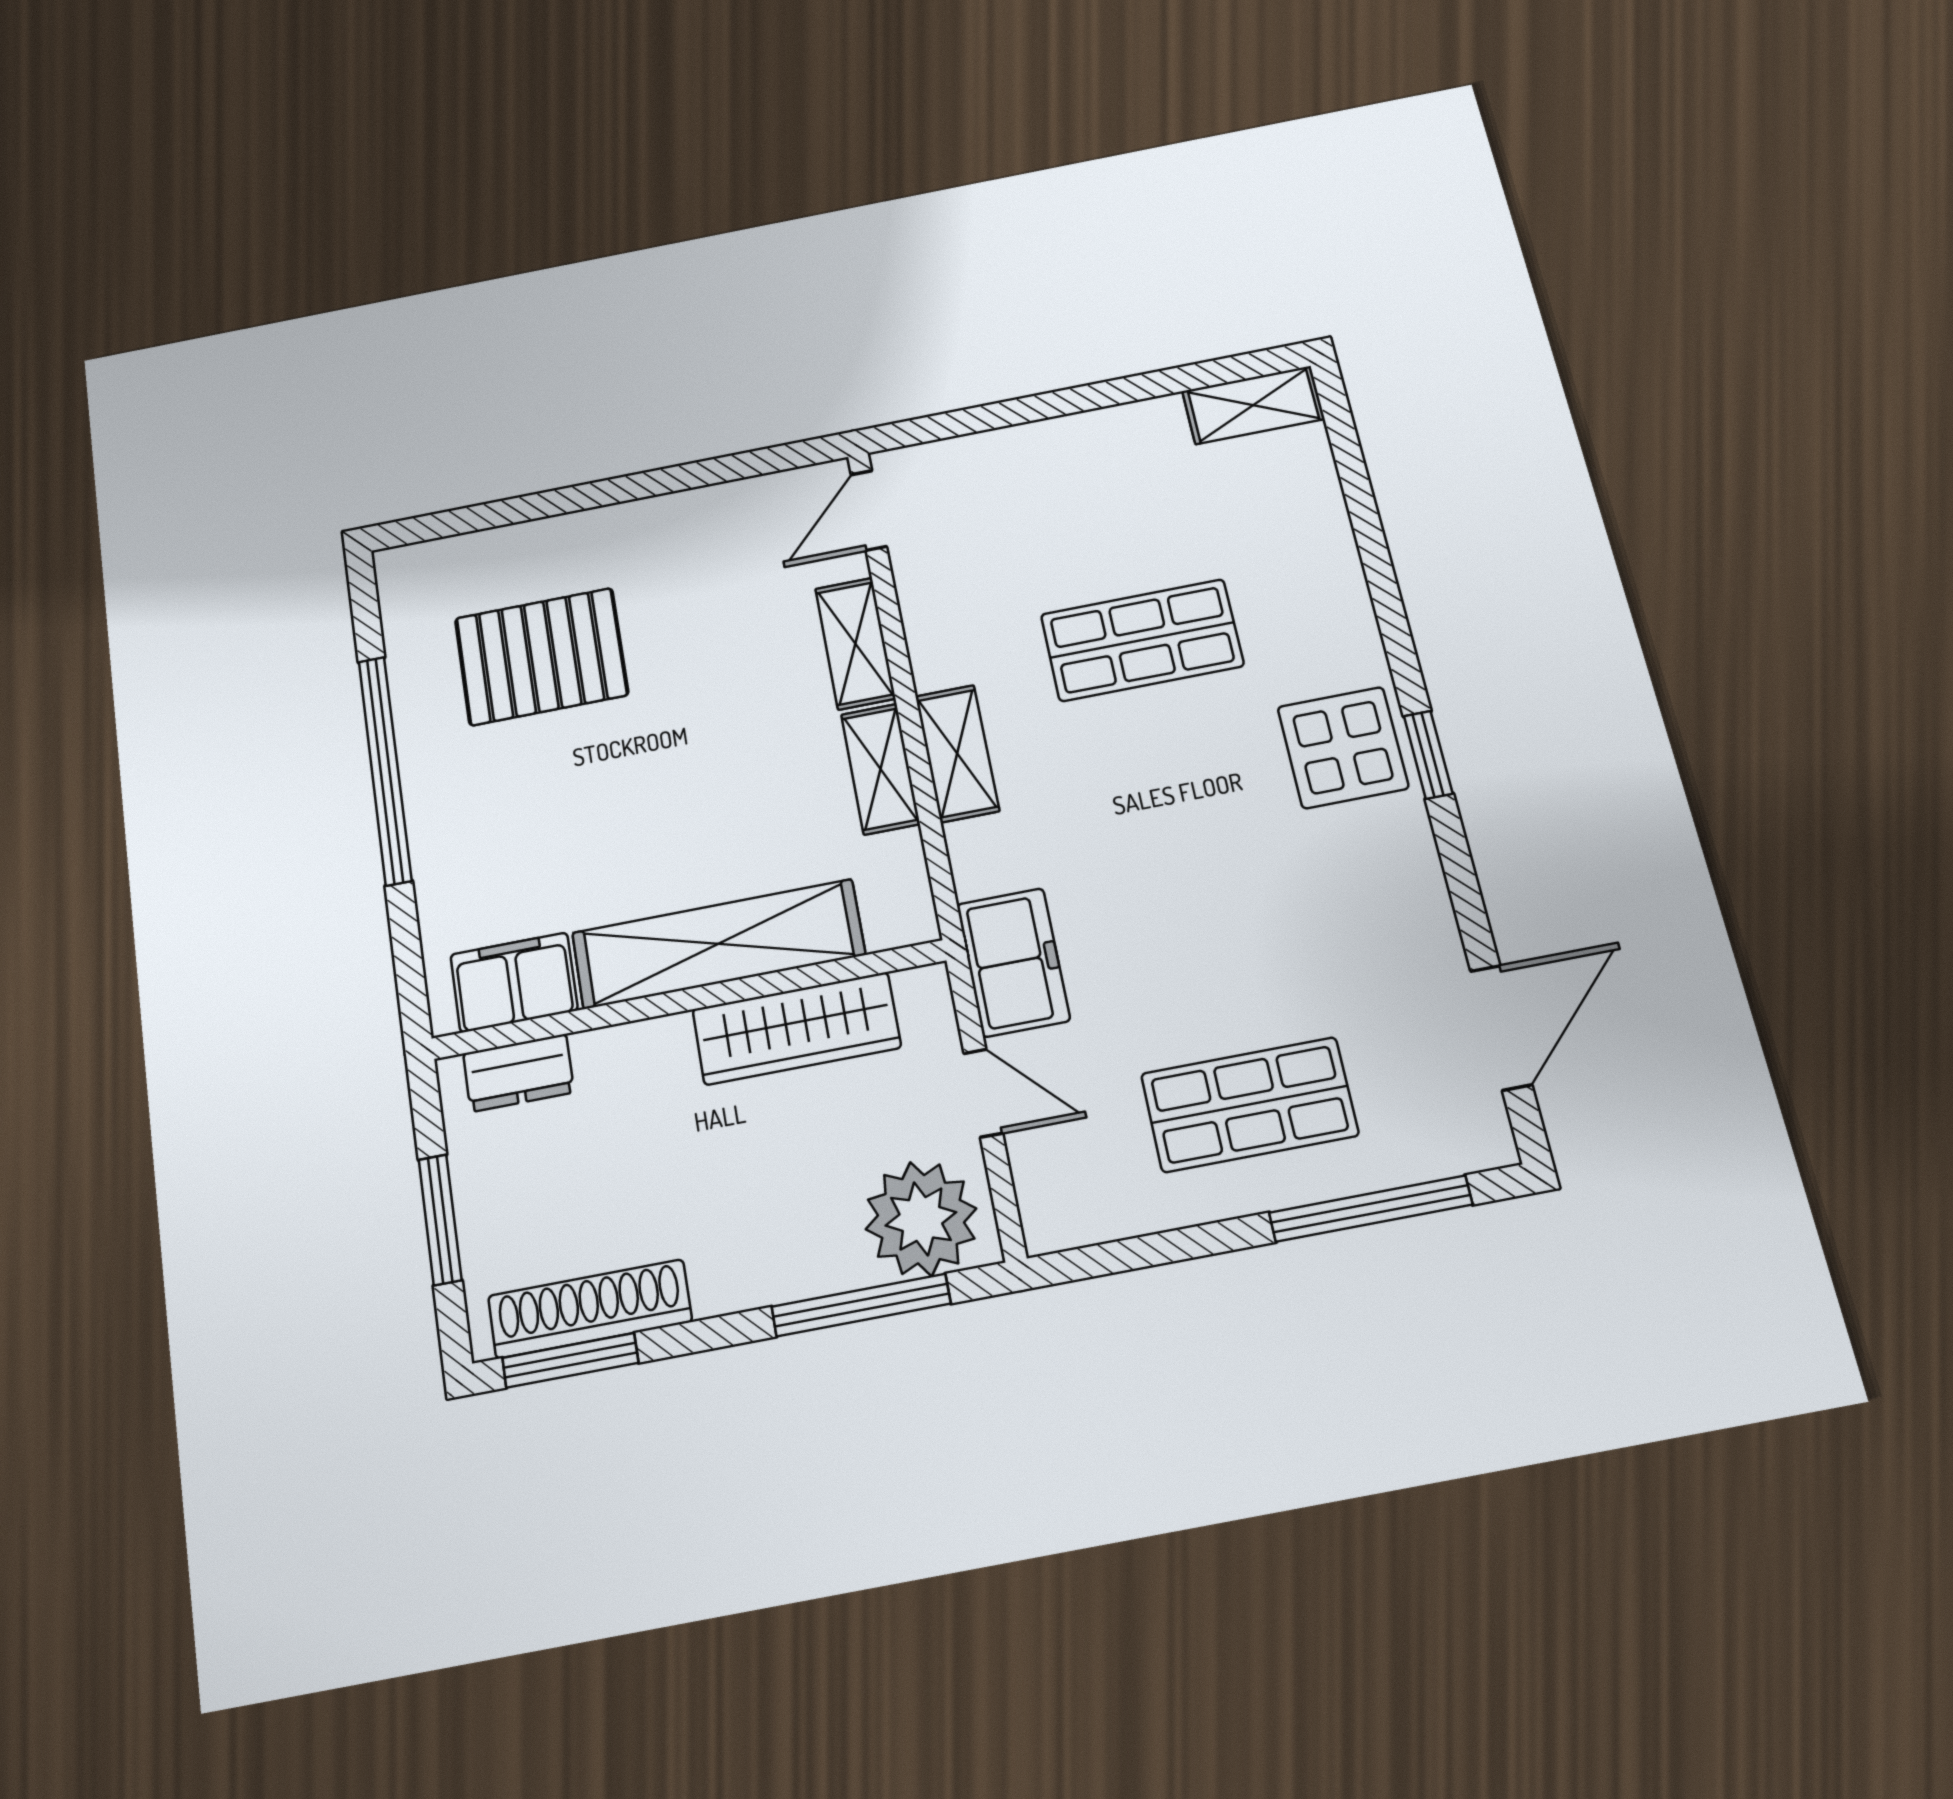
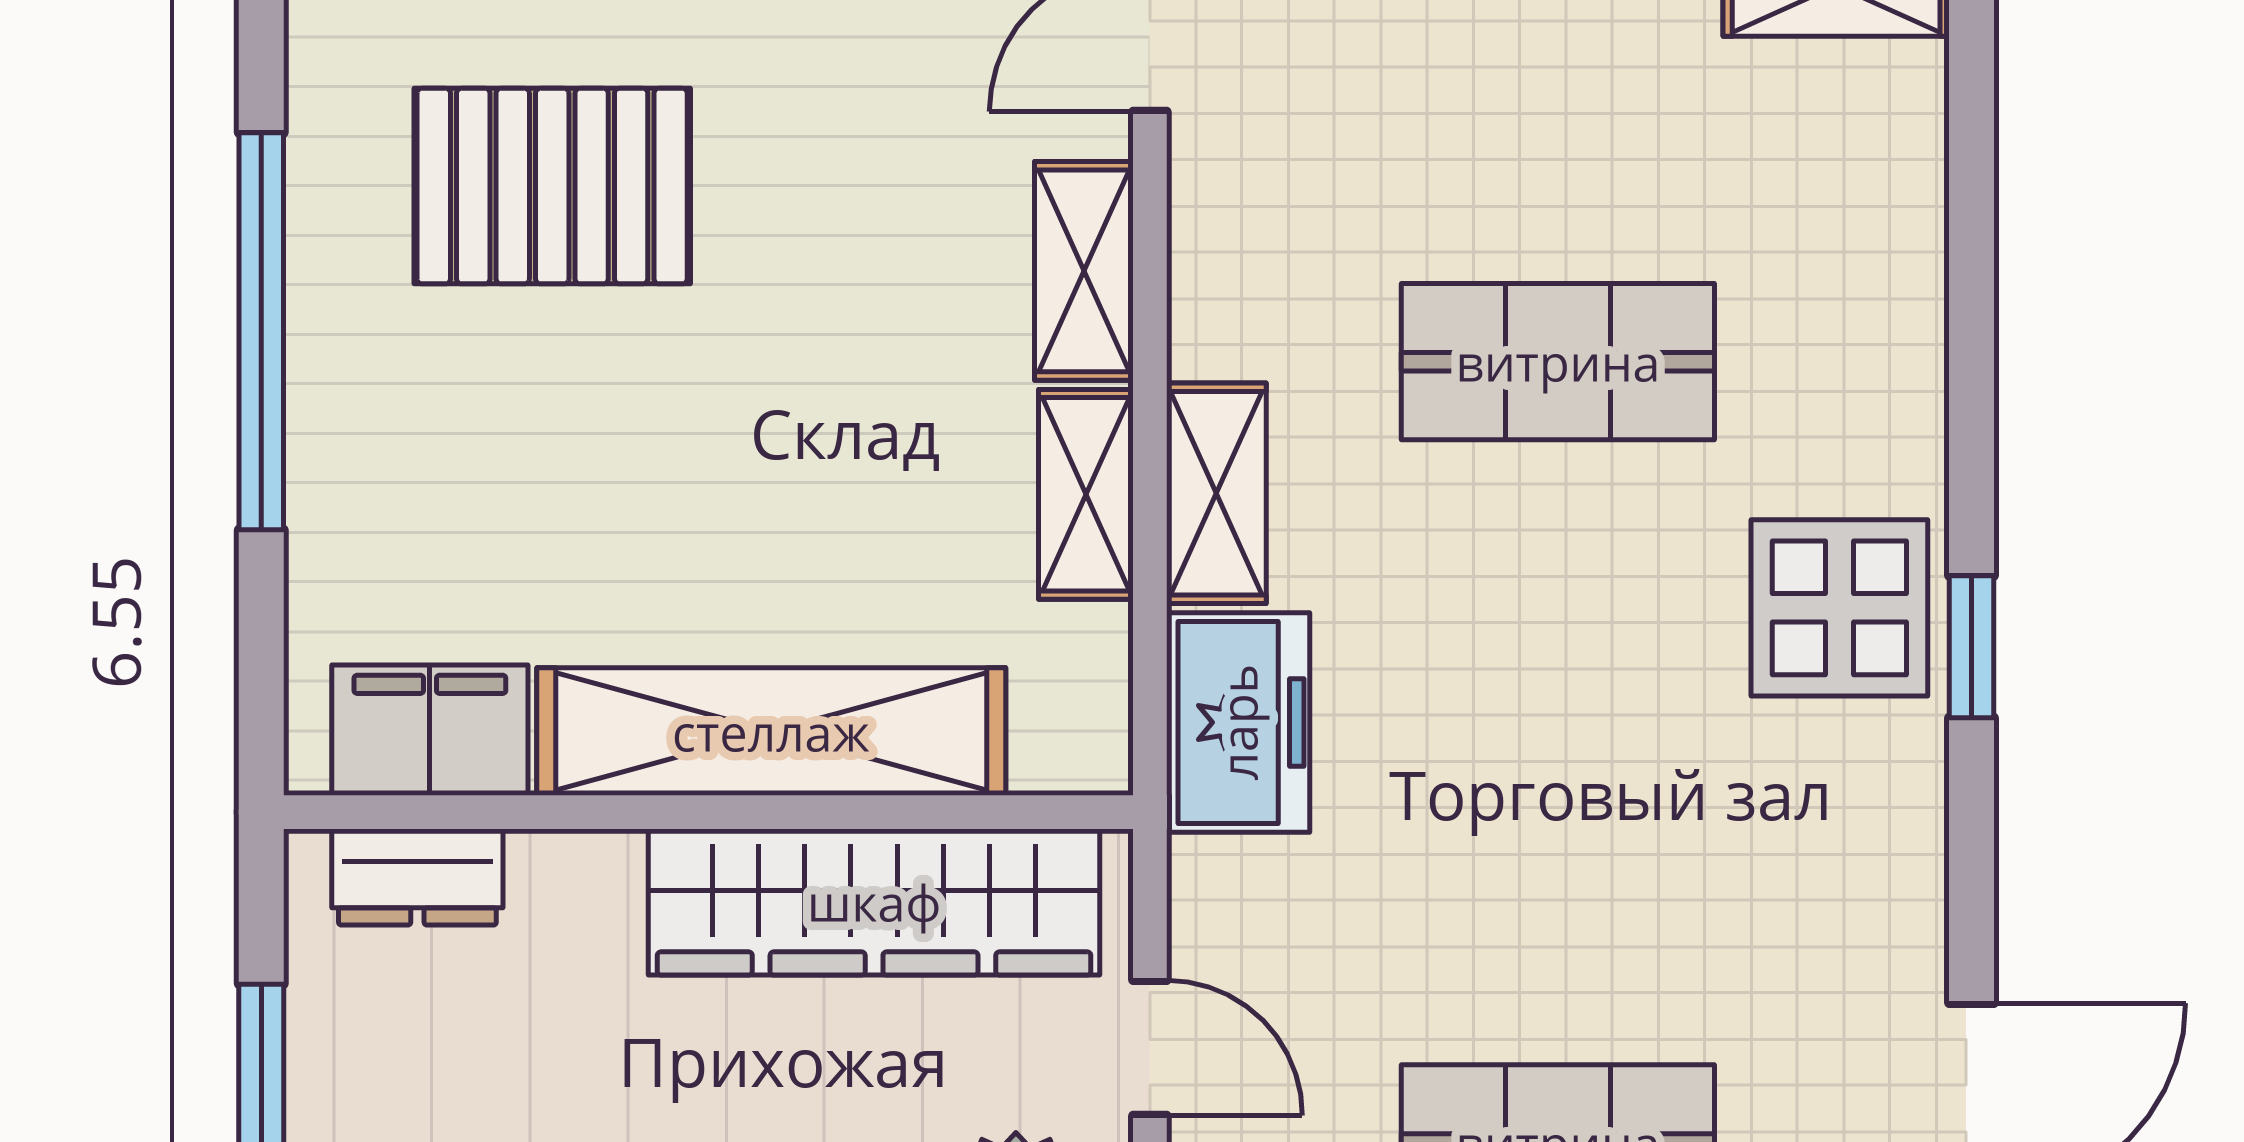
freezer: (1013, 962) -> (1238, 722), moved
wardrobe: (796, 1028) -> (874, 902), width x1.40, depth x1.17

